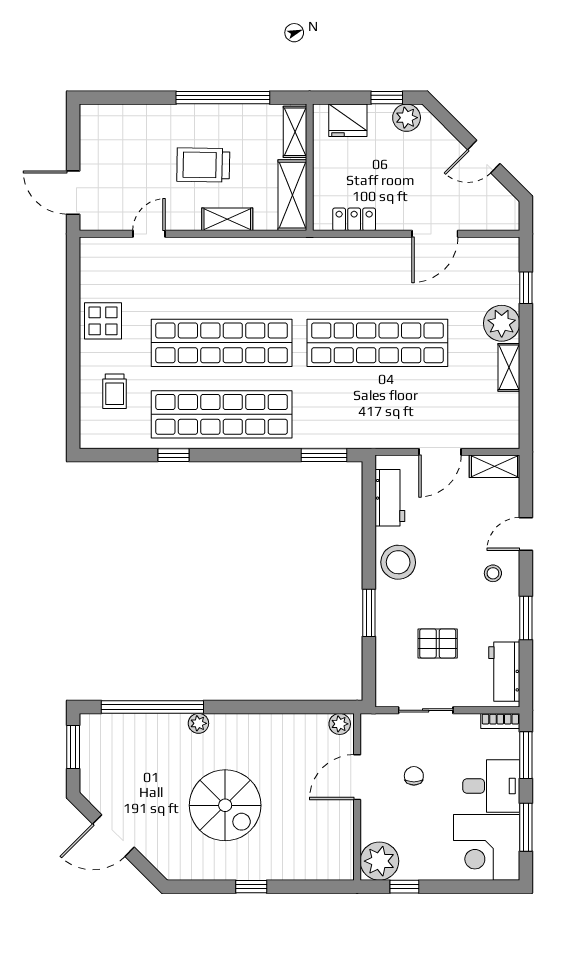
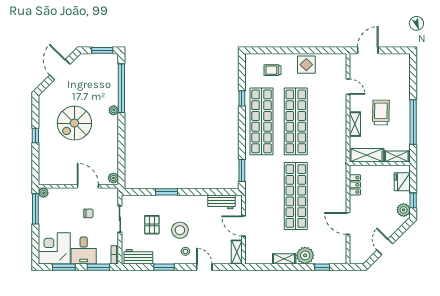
stool: (398, 562) -> (180, 230), moved
plant: (379, 861) -> (43, 193), width x0.53, depth x0.53
window: (404, 887) -> (35, 209), width x2.17

